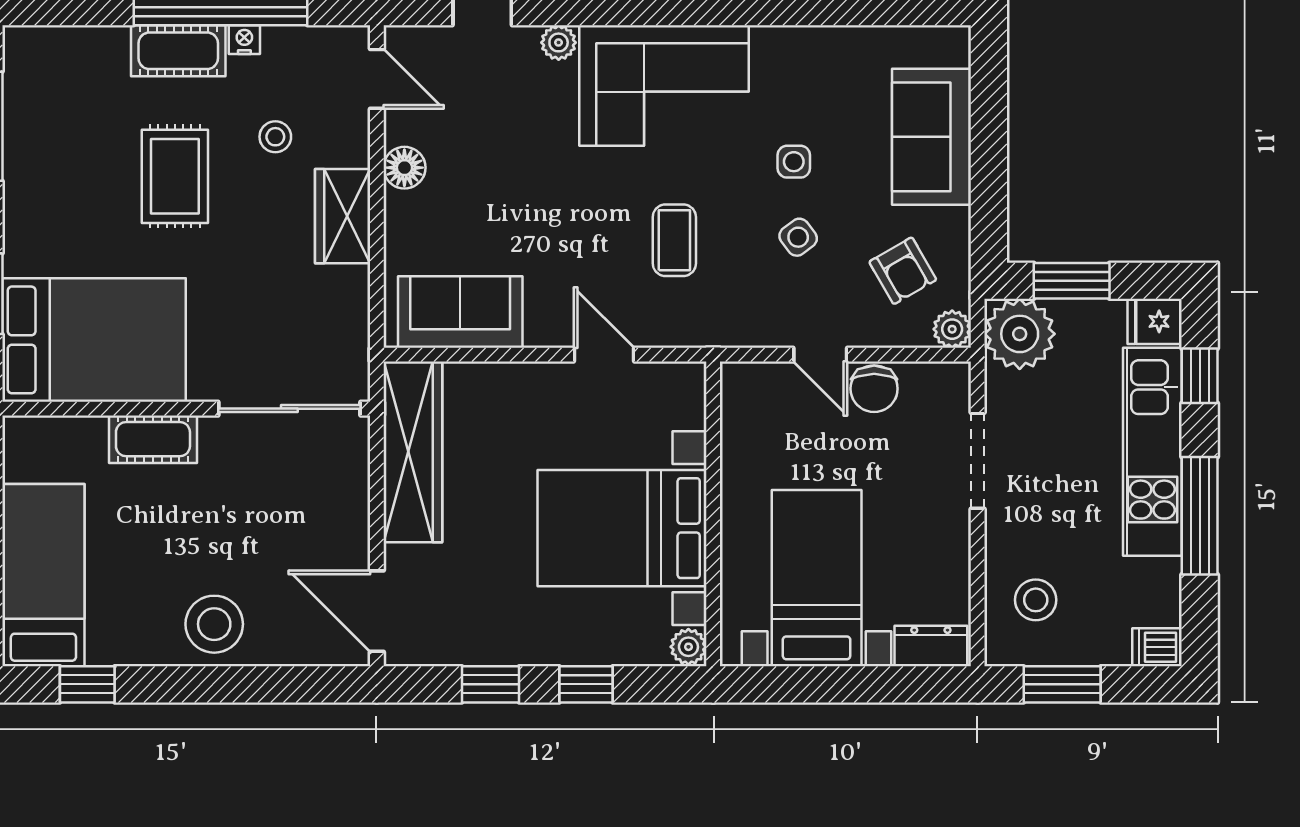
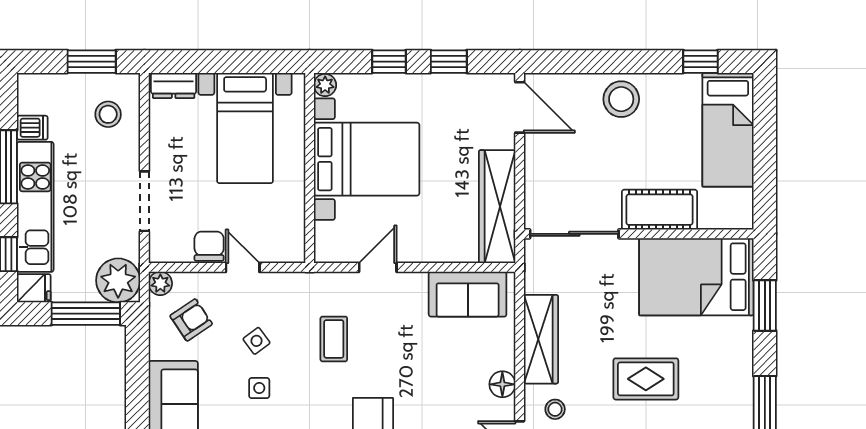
stool: (275, 137) -> (555, 409), moved
rug: (175, 176) -> (646, 379), turned 90
wardrobe: (343, 216) -> (541, 339), width x1.50
armchair: (903, 271) -> (191, 320), turned 86
window: (1072, 281) -> (86, 314), width x1.44
door: (604, 355) -> (378, 267), swing flipped
cot: (153, 439) -> (659, 210), width x1.37, depth x1.34
dishwasher: (1157, 647) -> (32, 128), moved

